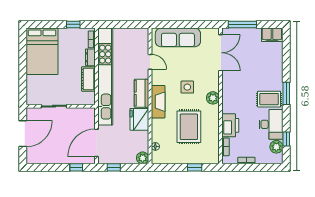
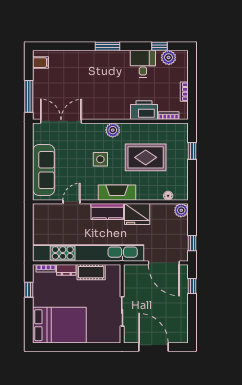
filing cabinet: (272, 35) -> (41, 63), width x0.50
rug: (269, 99) -> (114, 66), removed
desk: (271, 124) -> (143, 64), width x0.73

